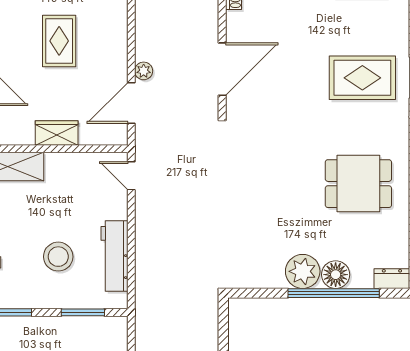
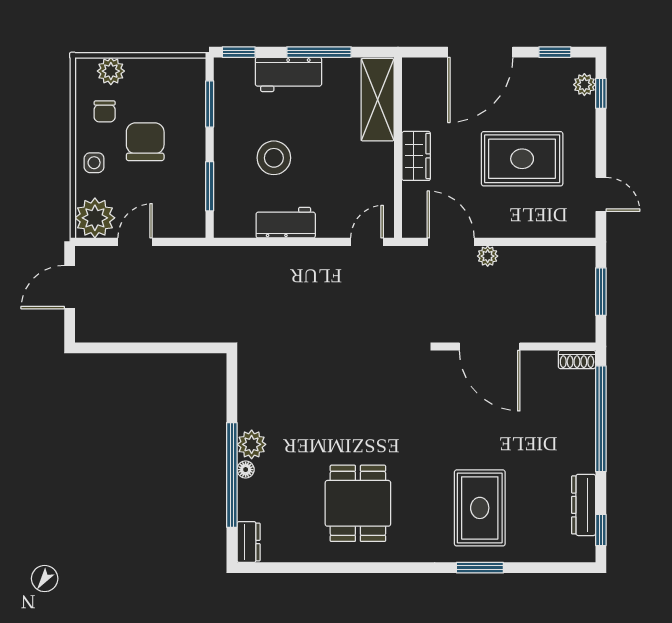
rug: (59, 41) -> (522, 159), width x1.36, depth x1.43
workbench: (115, 256) -> (286, 223), width x0.73
plant: (303, 271) -> (252, 444), width x0.73, depth x0.73
floor lamp: (336, 275) -> (246, 470), width x0.53, depth x0.53

